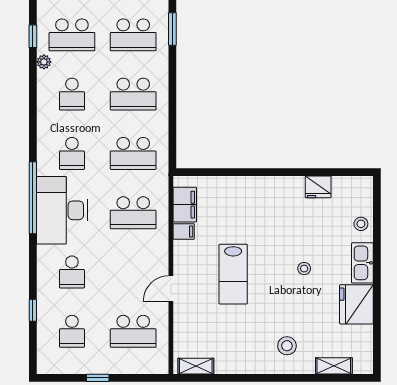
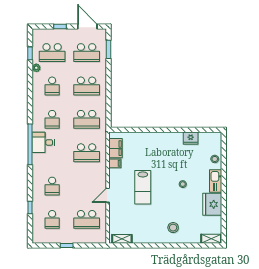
desk: (62, 210) -> (43, 142), width x0.53, depth x0.77
shelving: (334, 366) -> (211, 239), moved

